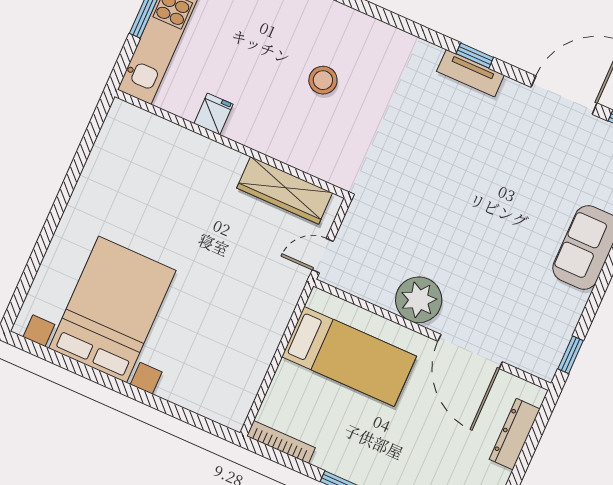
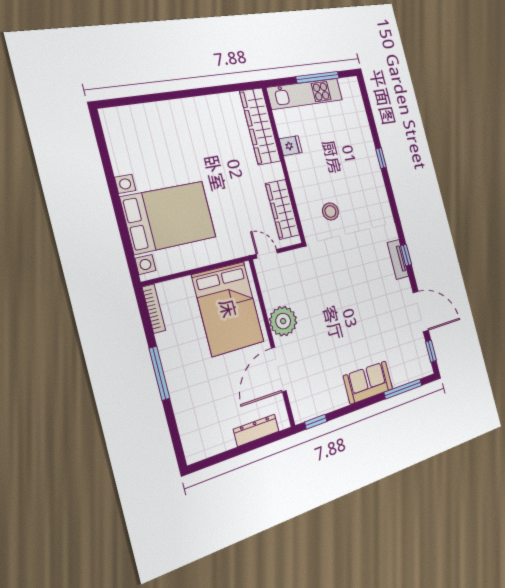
stool: (323, 80) -> (330, 211), moved
wardrobe: (161, 138) -> (260, 126), added
bed with nightstands: (112, 309) -> (169, 217), moved
bed: (349, 356) -> (228, 309), width x1.50

